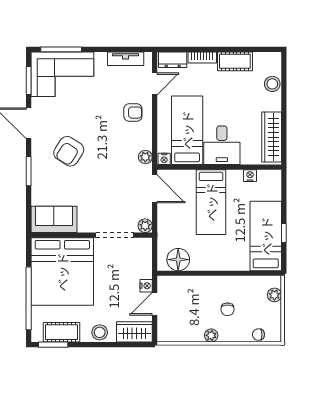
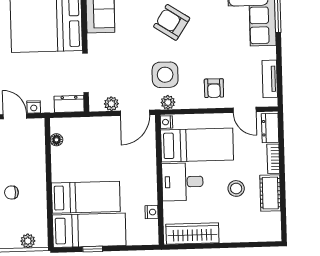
stool: (272, 84) -> (236, 188), moved
side table: (119, 159) -> (165, 75), added
bed: (211, 202) -> (86, 197), moved, turned 180
plant: (145, 226) -> (111, 104), moved
dresser: (144, 252) -> (69, 104), added
floor lamp: (178, 260) -> (56, 140), width x0.53, depth x0.53

